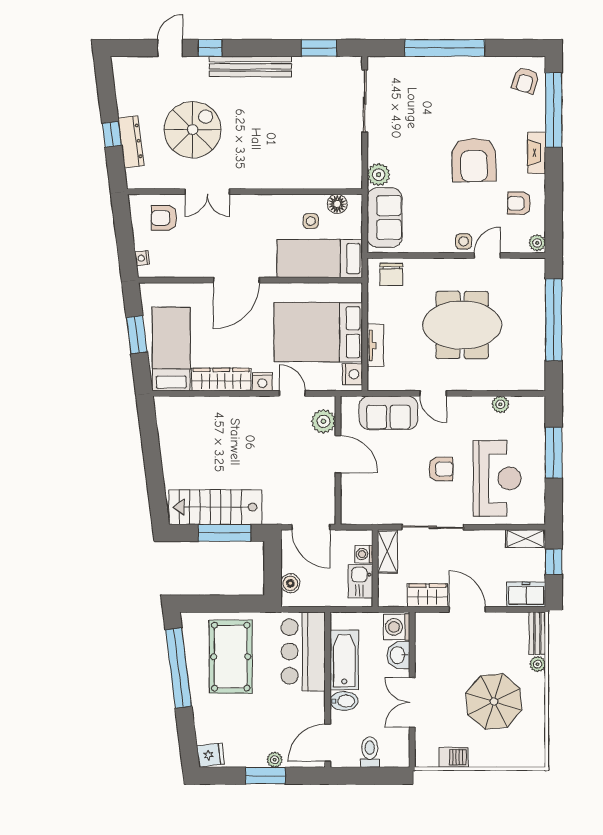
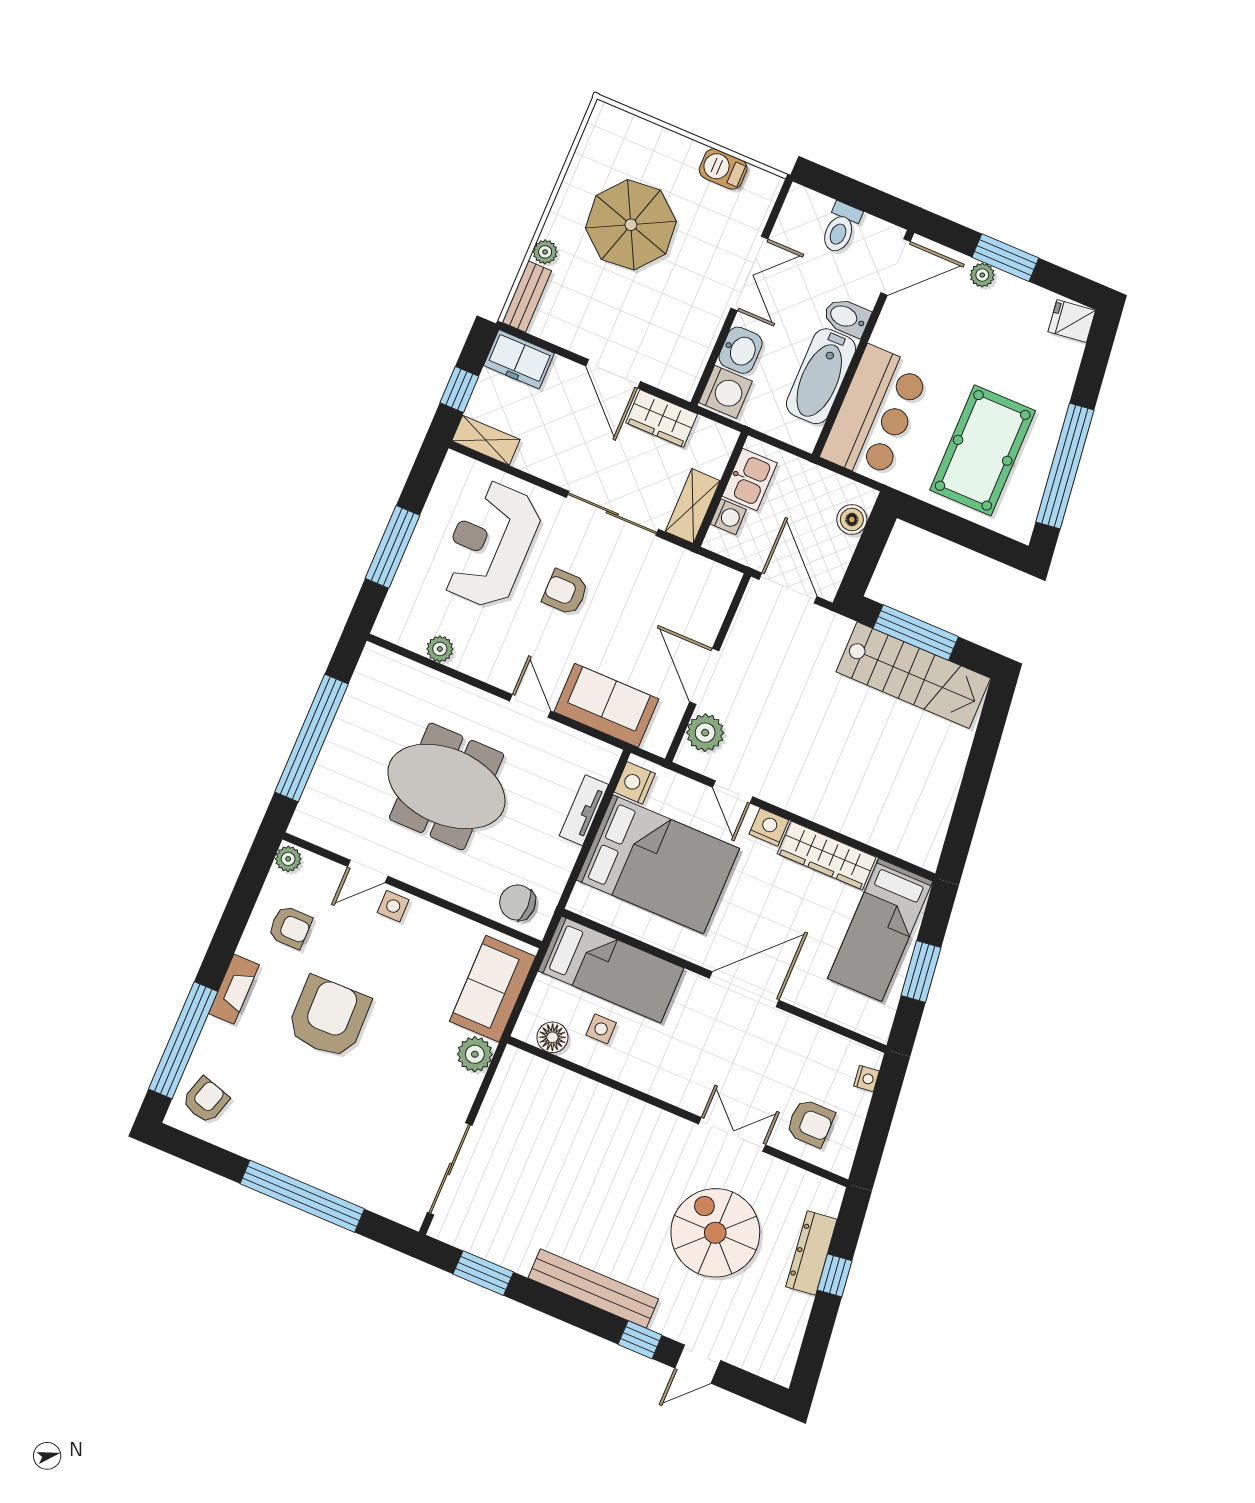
spiral stairs: (193, 130) -> (715, 1233), turned 90
chair: (391, 275) -> (518, 903), turned -90

